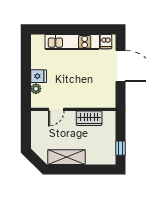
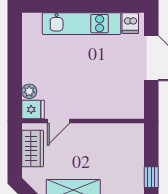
fridge: (39, 76) -> (33, 109), moved
wardrobe: (89, 118) -> (33, 149), moved, turned -90

